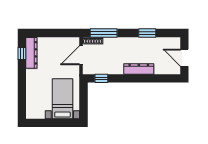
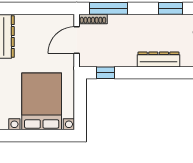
bed with nightstands: (62, 99) -> (42, 101), width x1.36

